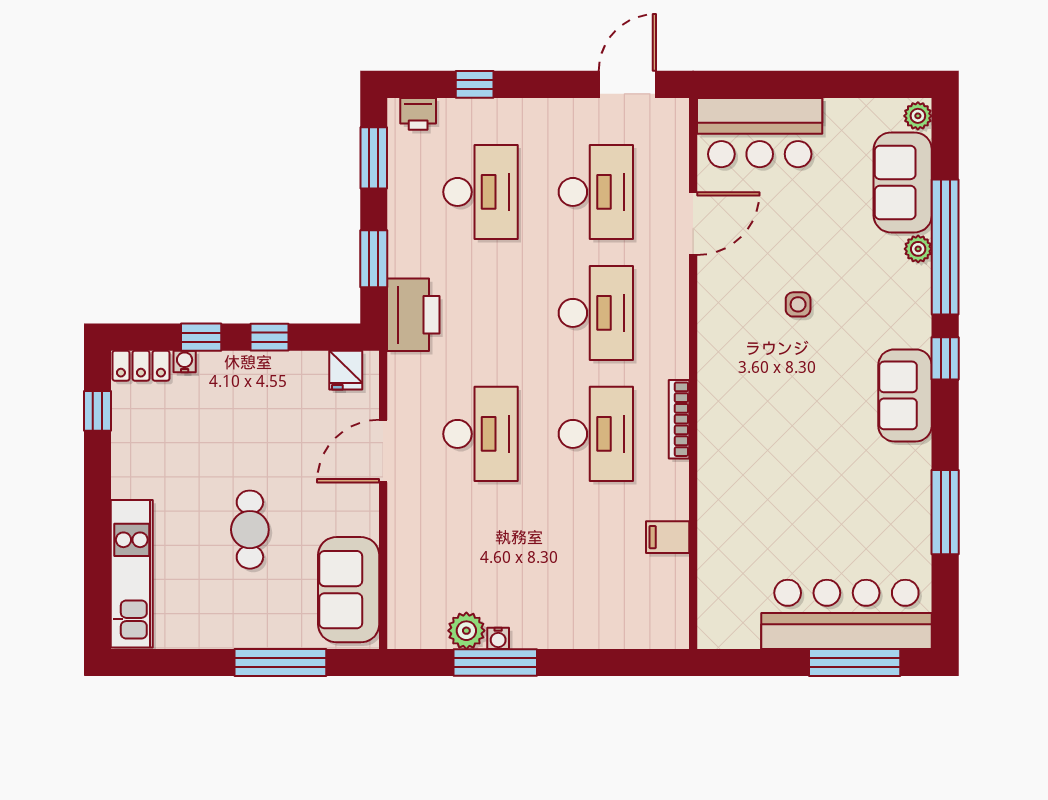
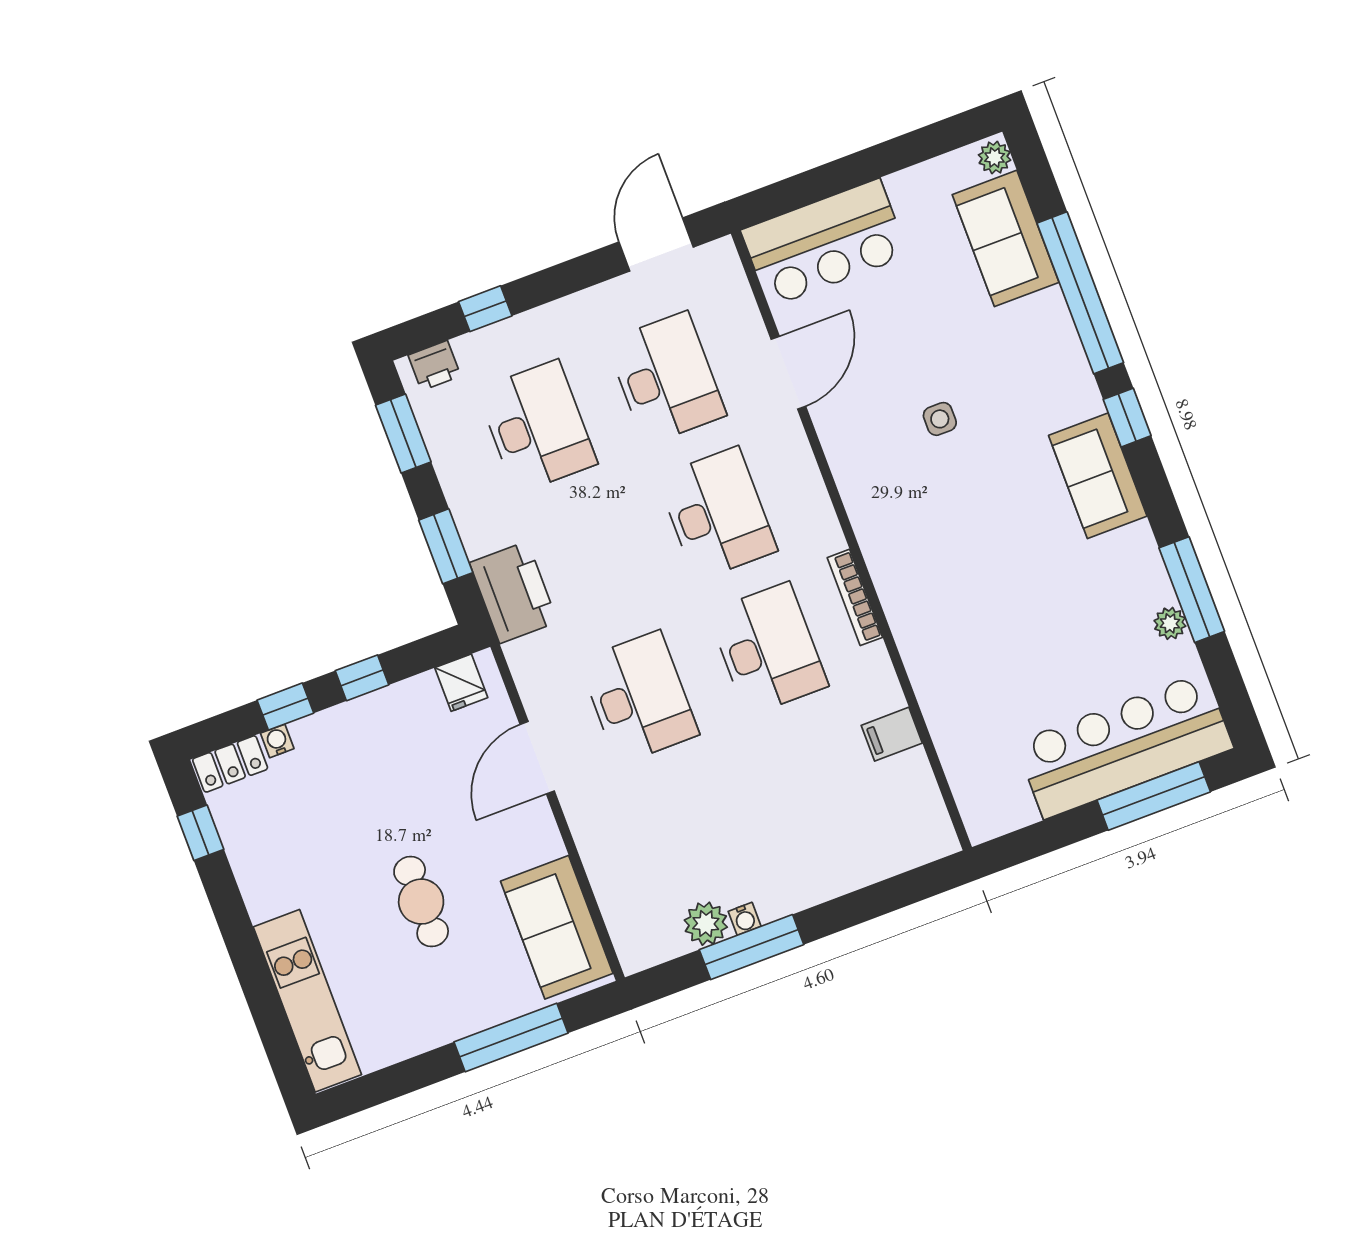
plant: (918, 249) -> (1170, 623), moved

